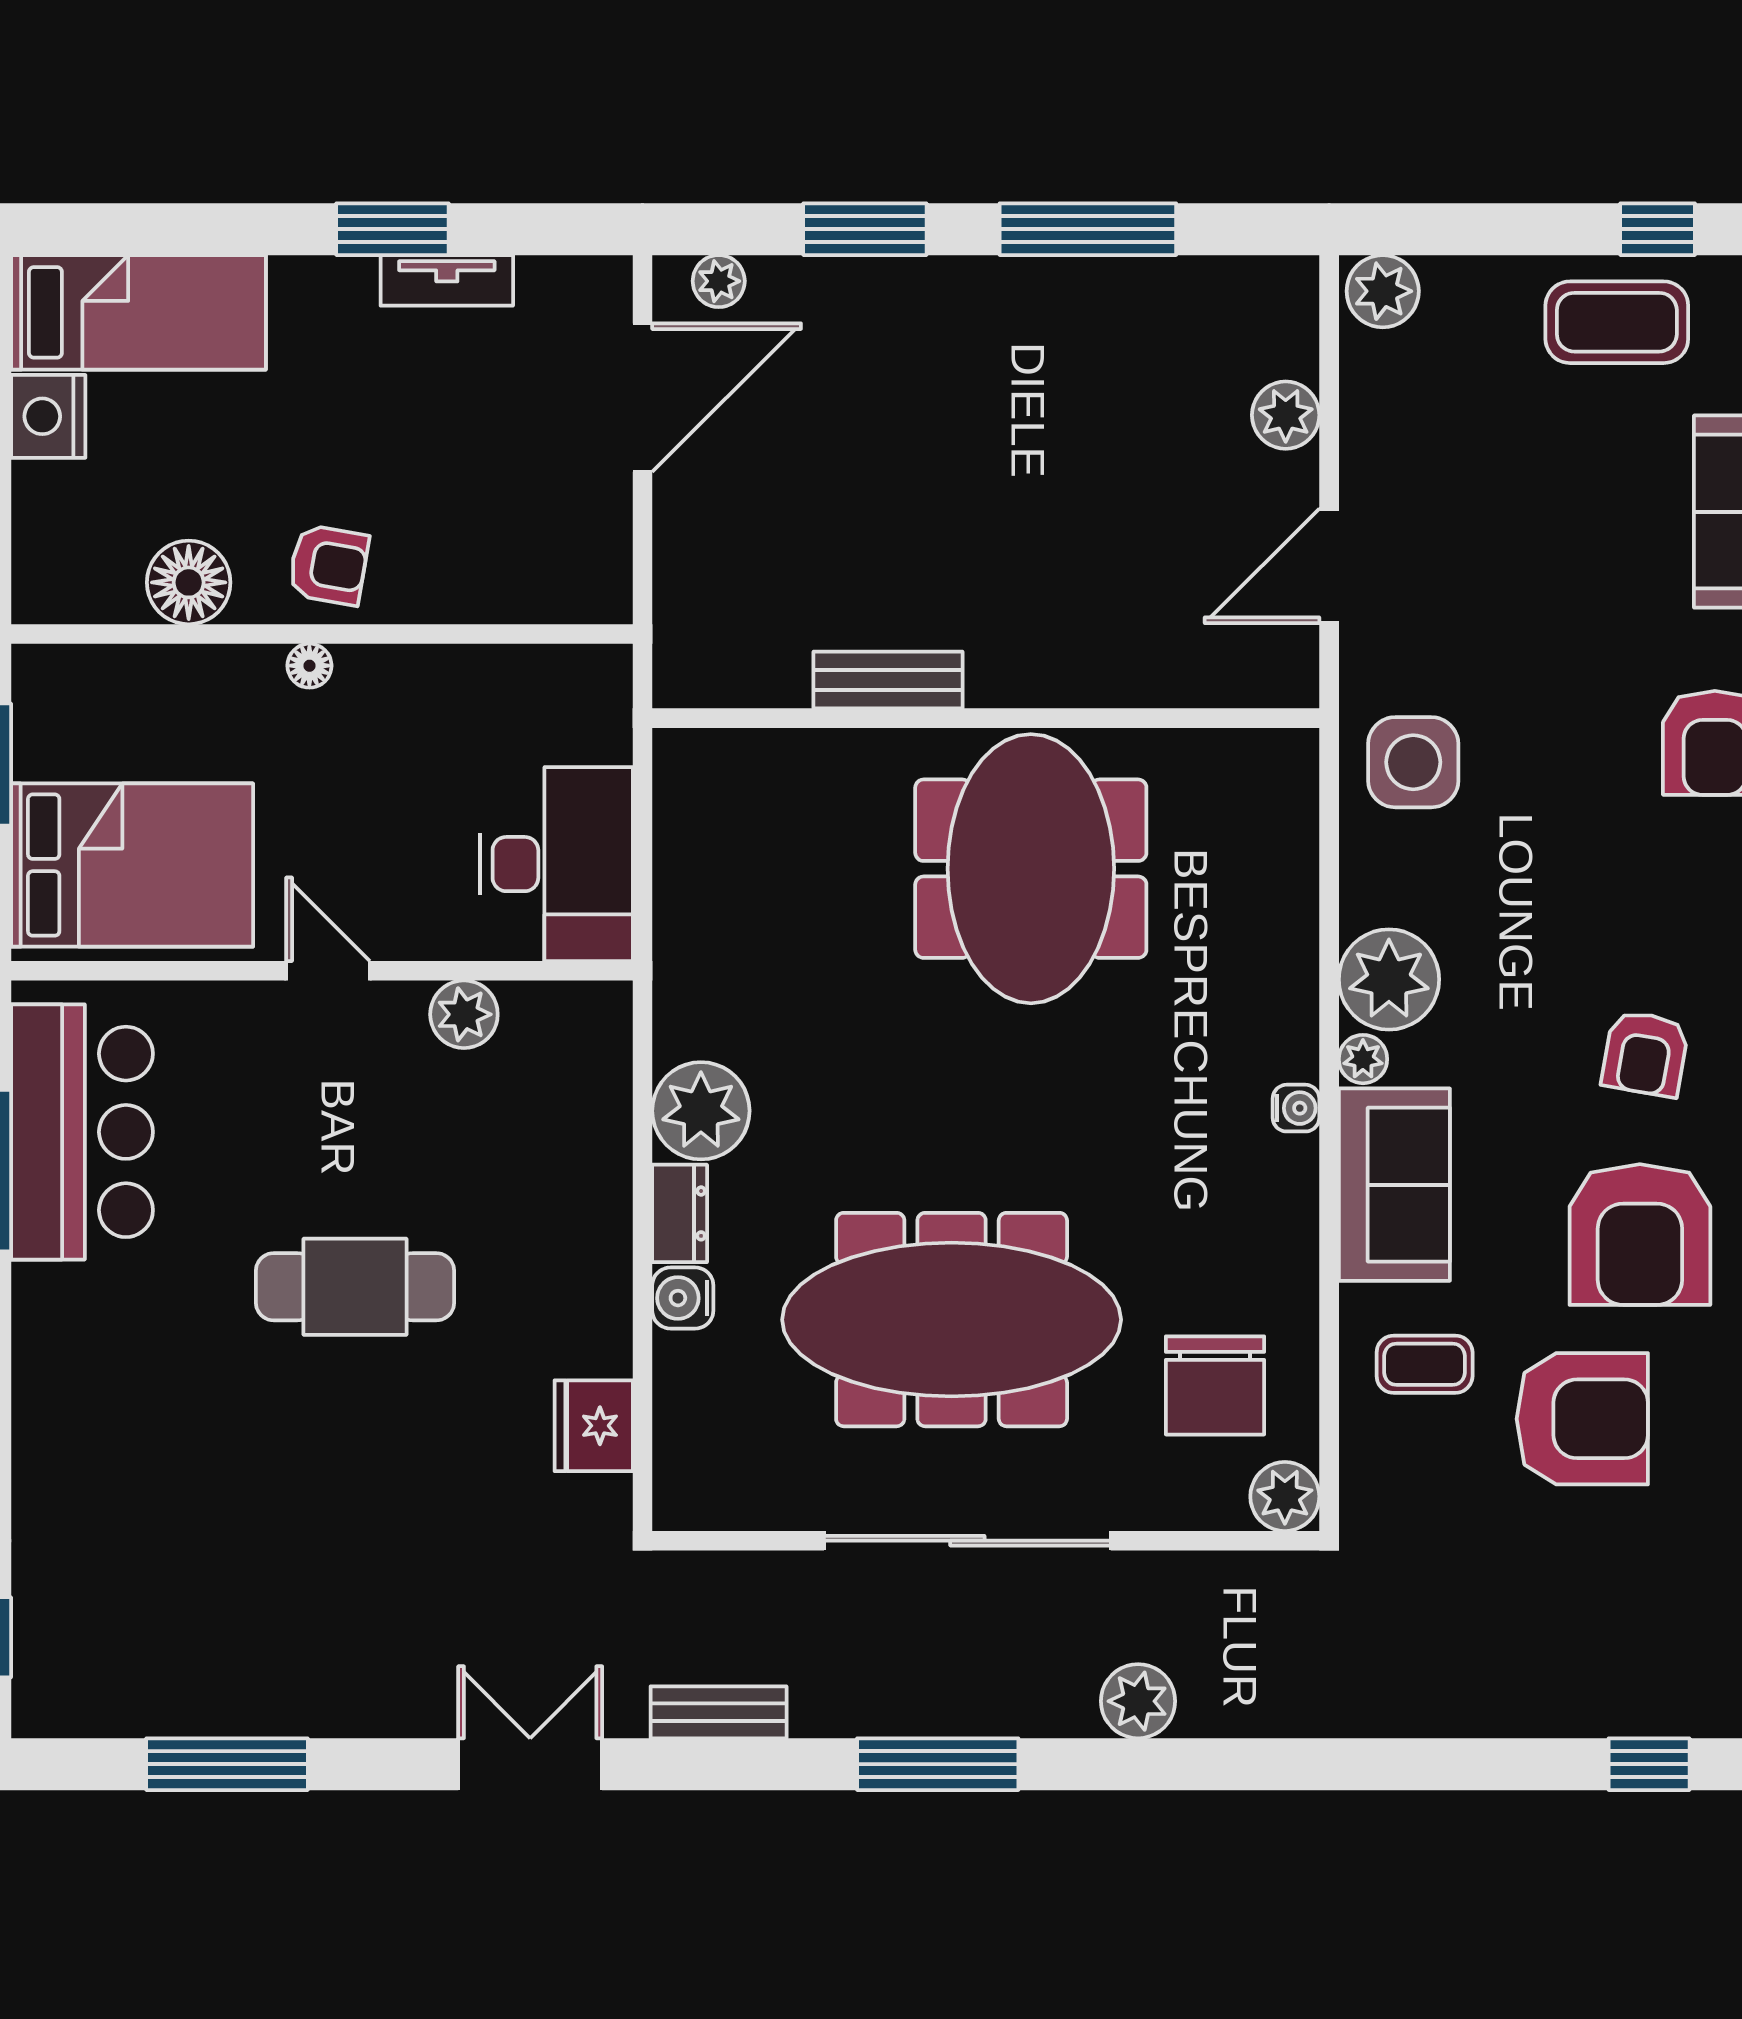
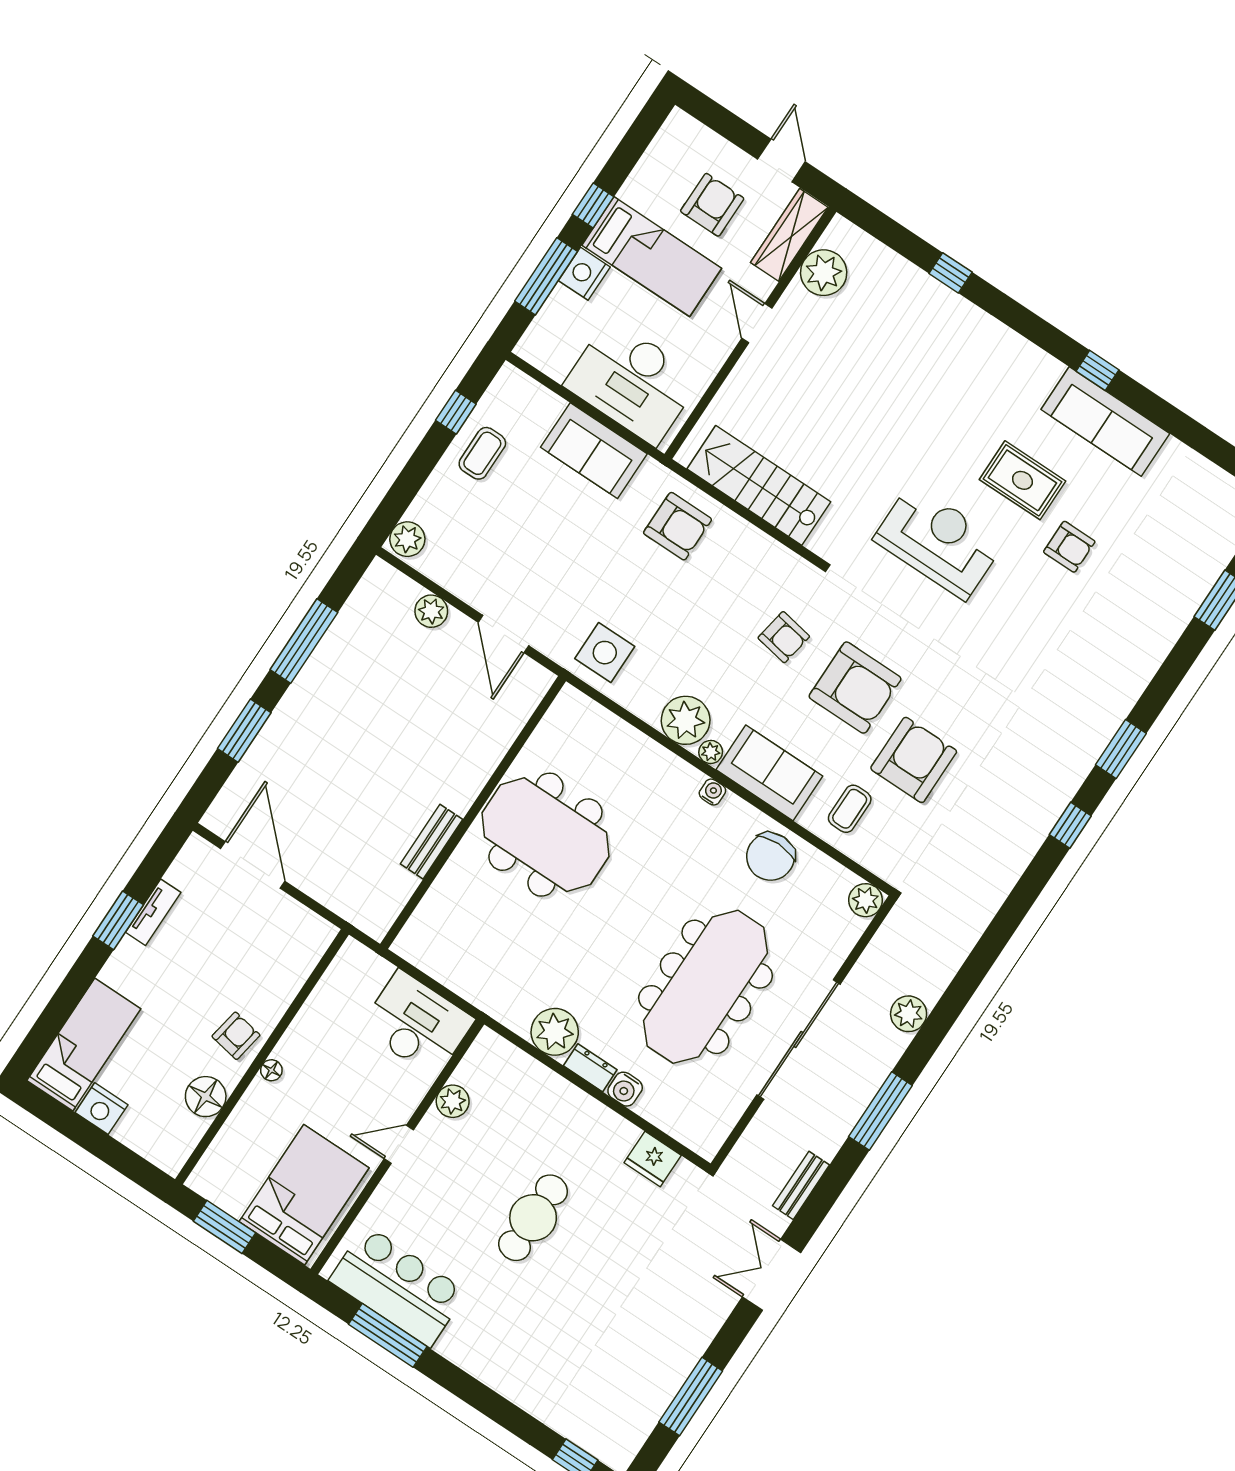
plant: (719, 281) -> (226, 803), removed
coffee table: (1617, 322) -> (482, 453), width x0.73, depth x0.77
chair: (1215, 1385) -> (770, 857), moved, turned 90

